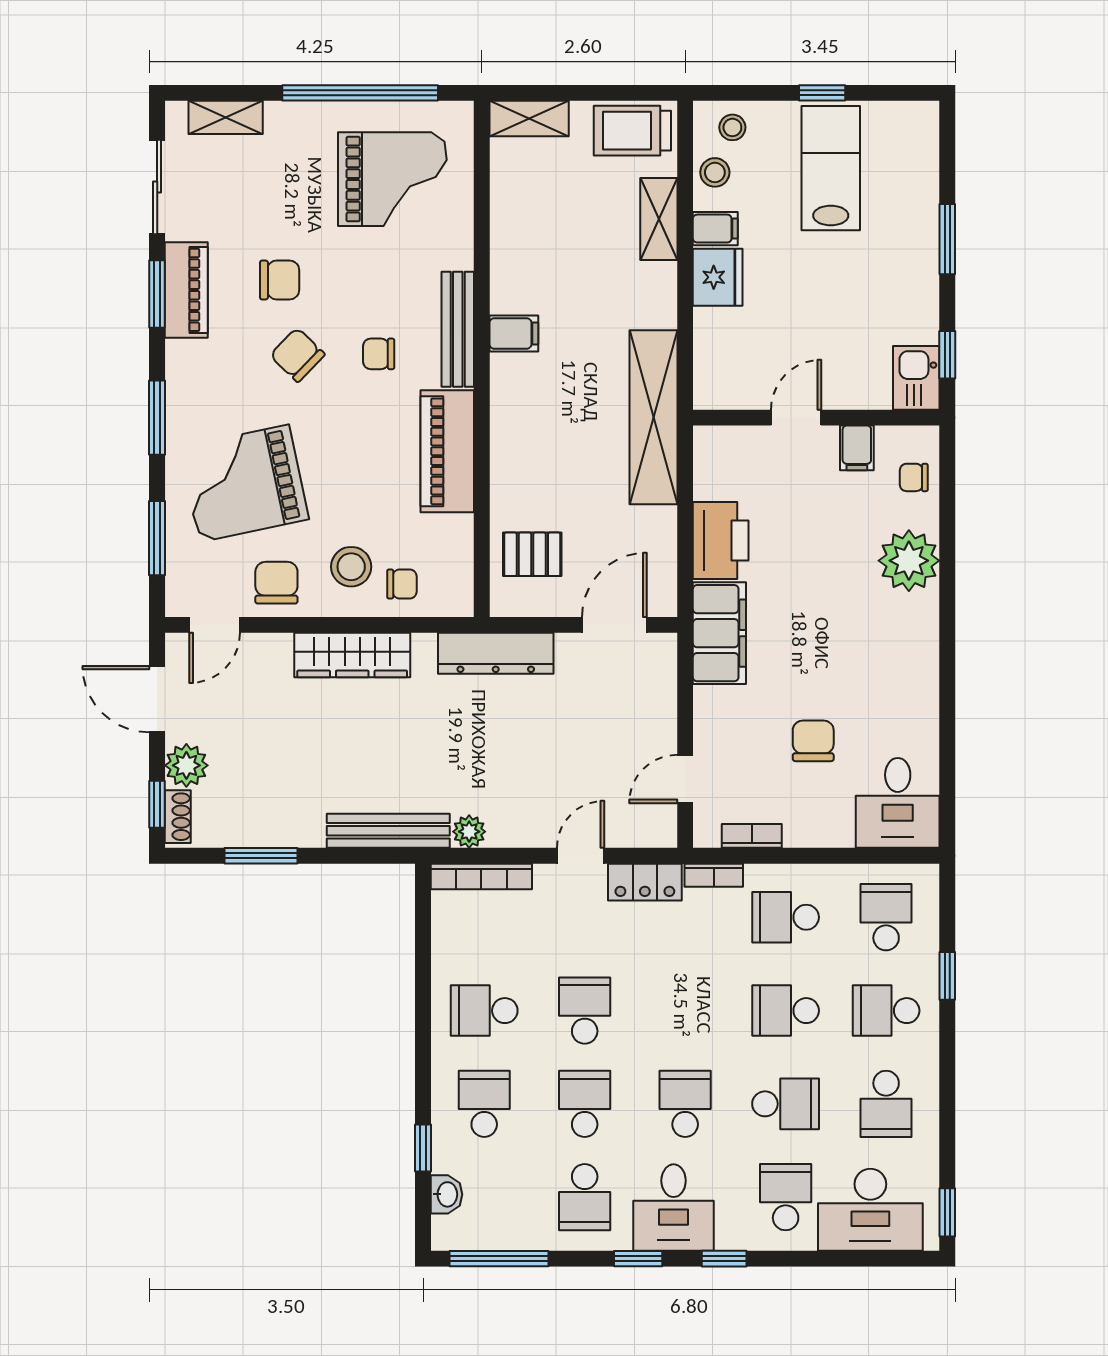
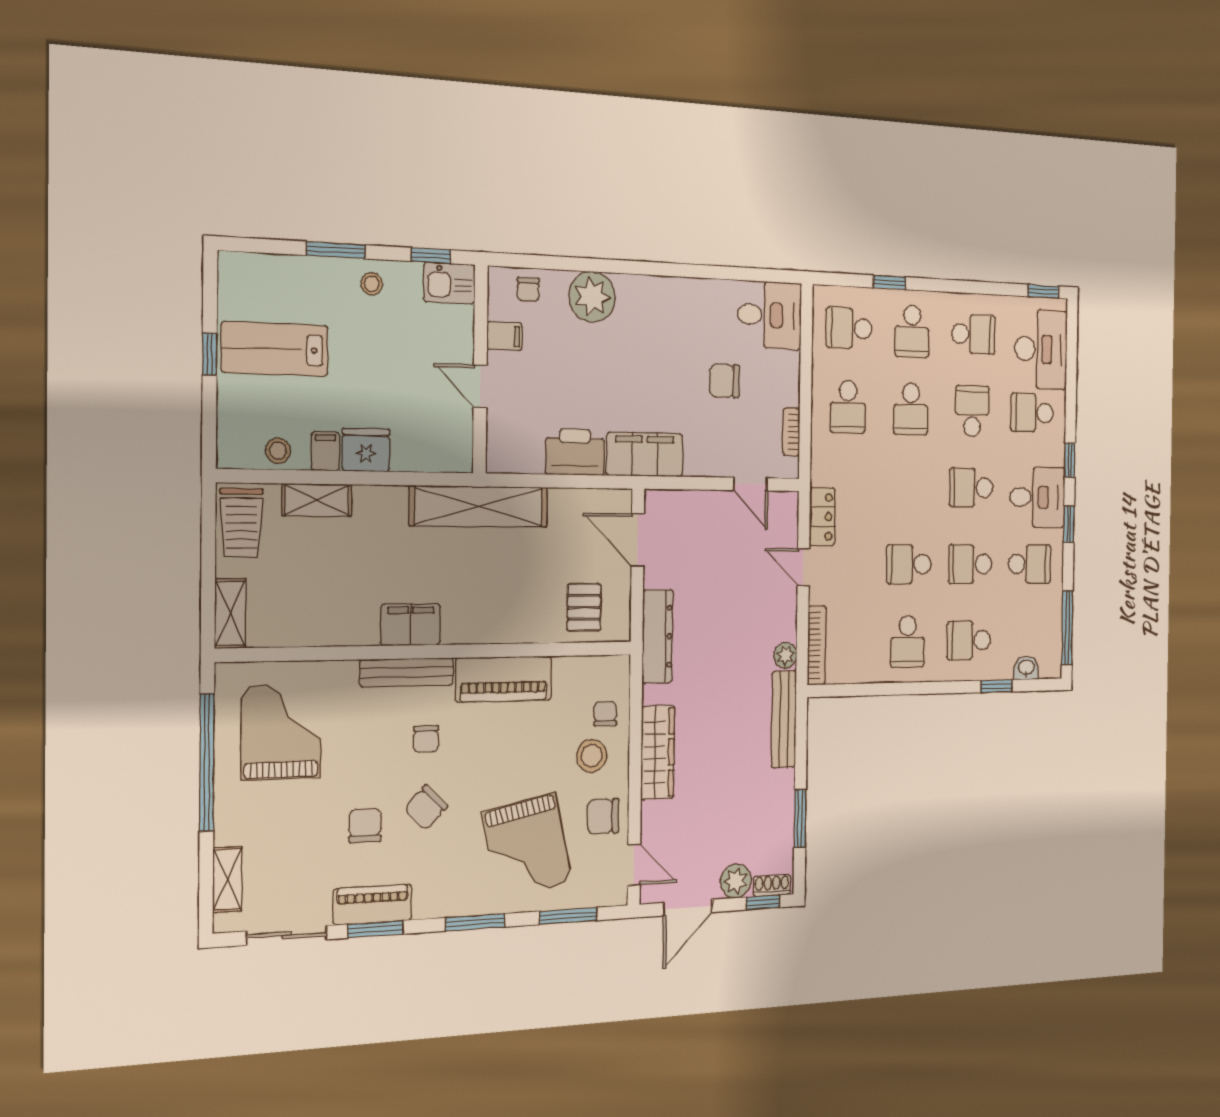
stool: (732, 127) -> (372, 284), moved
filing cabinet: (514, 334) -> (411, 625), width x2.00
bookcase: (714, 875) -> (818, 463), removed

